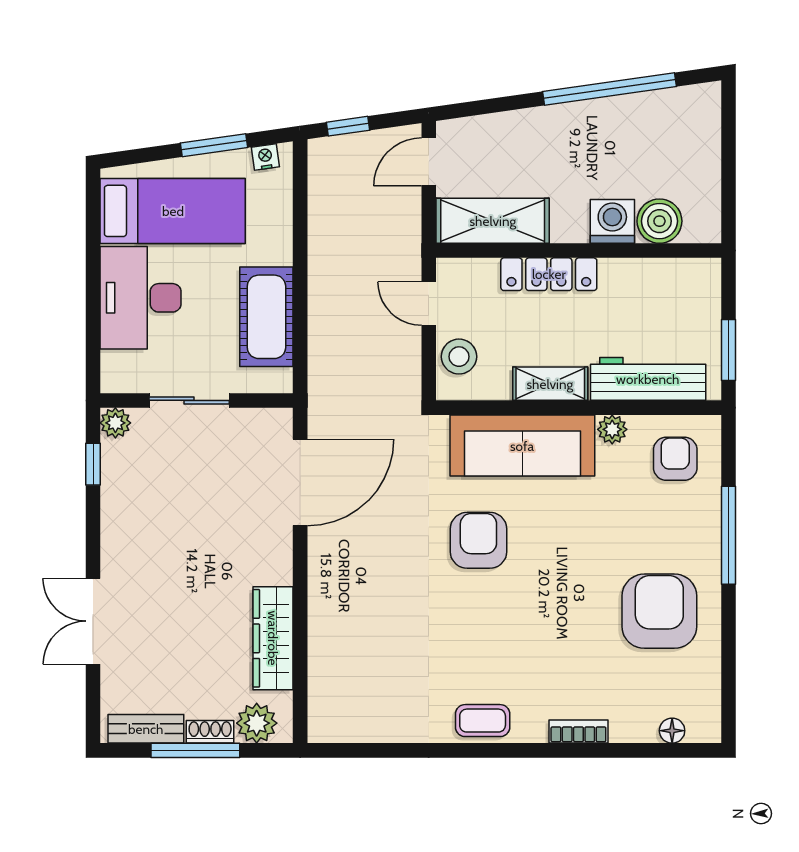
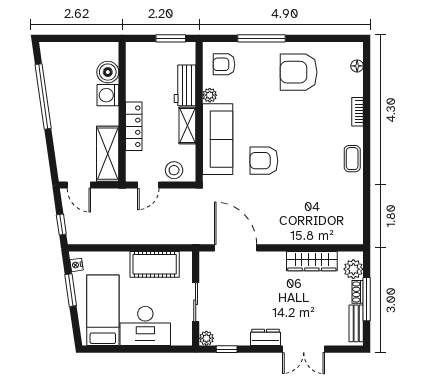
workbench: (648, 379) -> (185, 85), width x0.73
dresser: (117, 543) -> (265, 337), added

